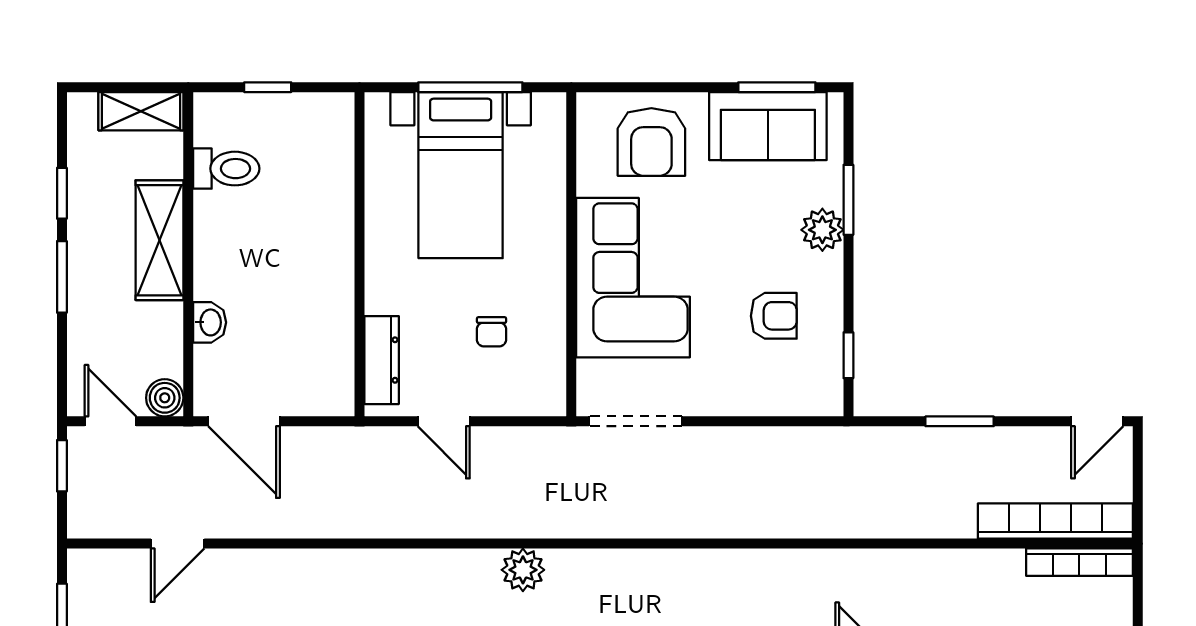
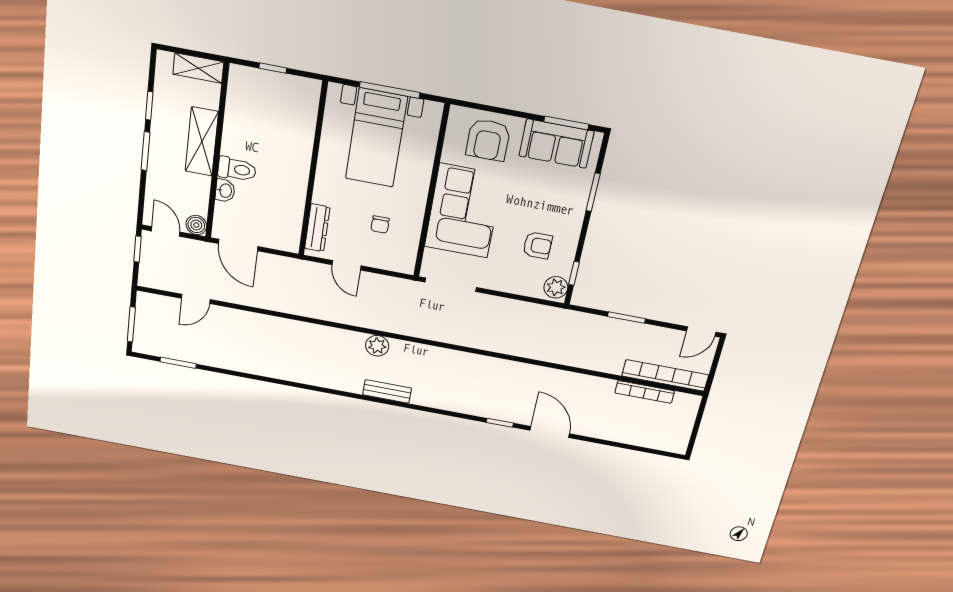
toilet: (226, 169) -> (237, 169), moved
plant: (822, 230) -> (556, 287), moved
bookcase: (1079, 562) -> (645, 392), moved

